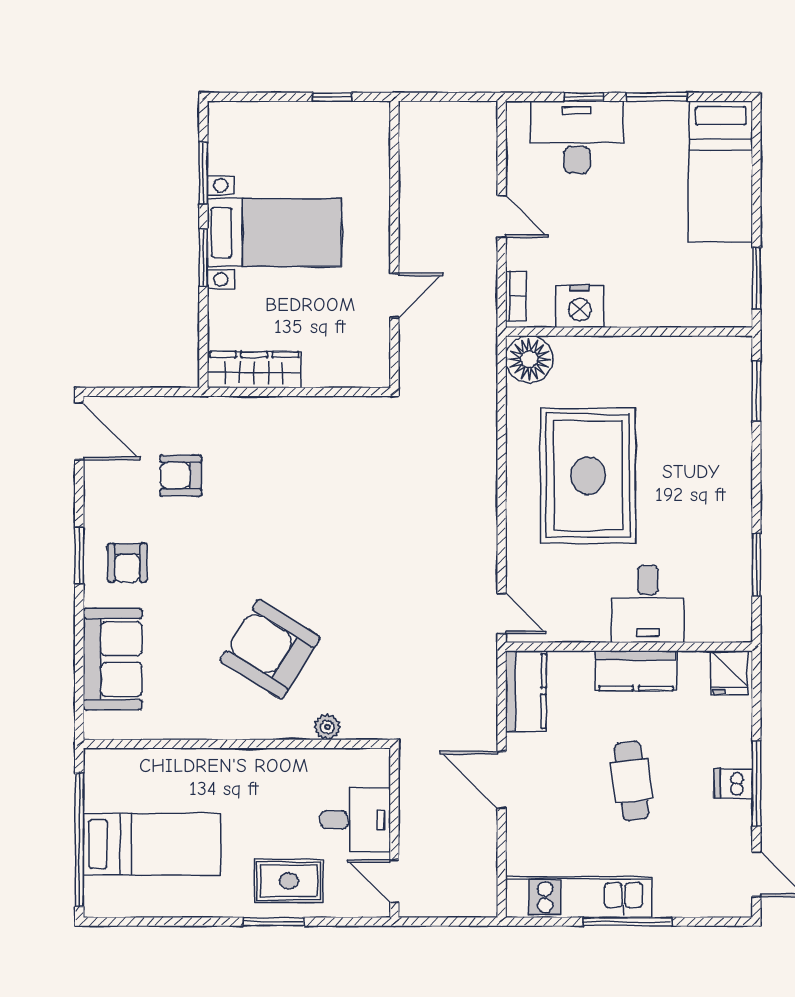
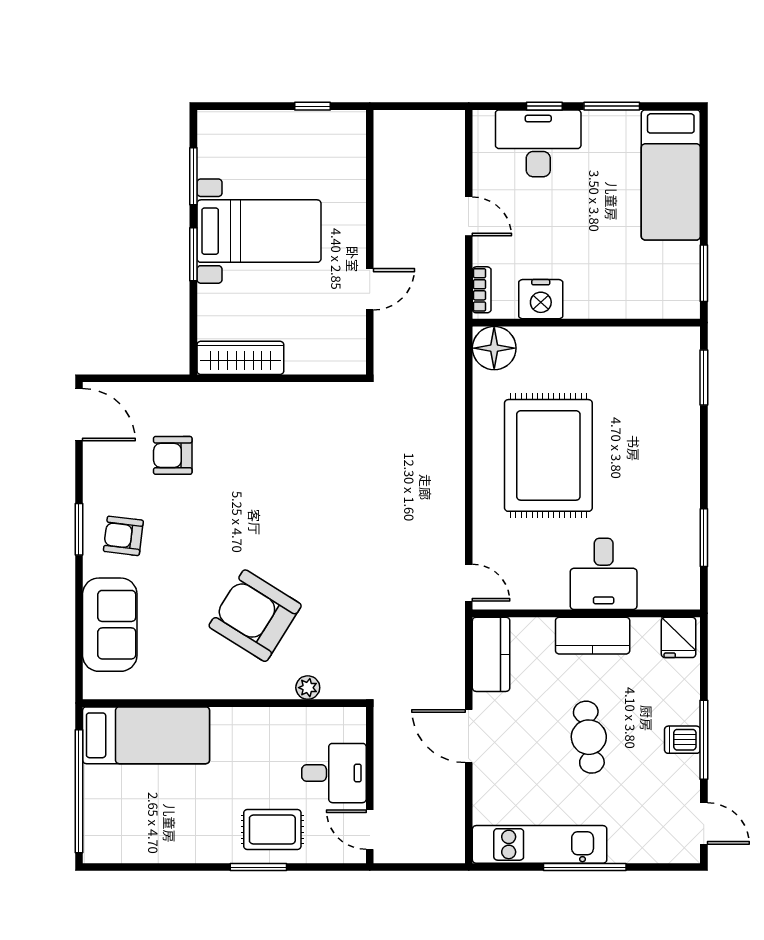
armchair: (127, 563) -> (123, 536), turned 97
bed: (152, 844) -> (146, 735), moved

